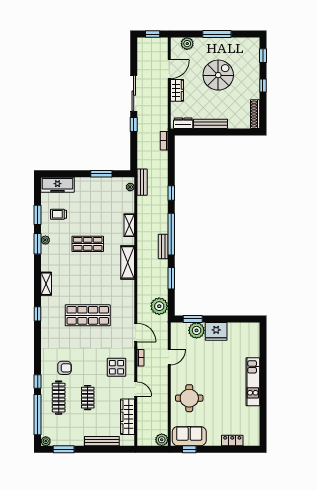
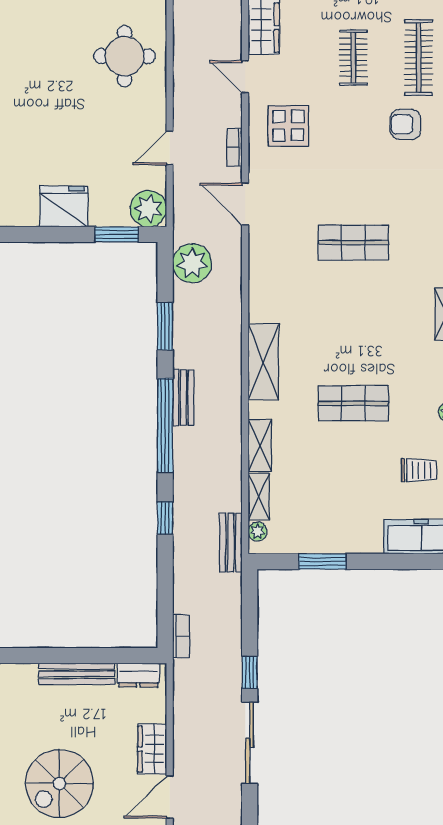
shelving: (130, 203) -> (259, 497), added
shop shelf: (88, 315) -> (353, 243), width x0.70, depth x0.74
plant: (197, 330) -> (148, 209), moved

